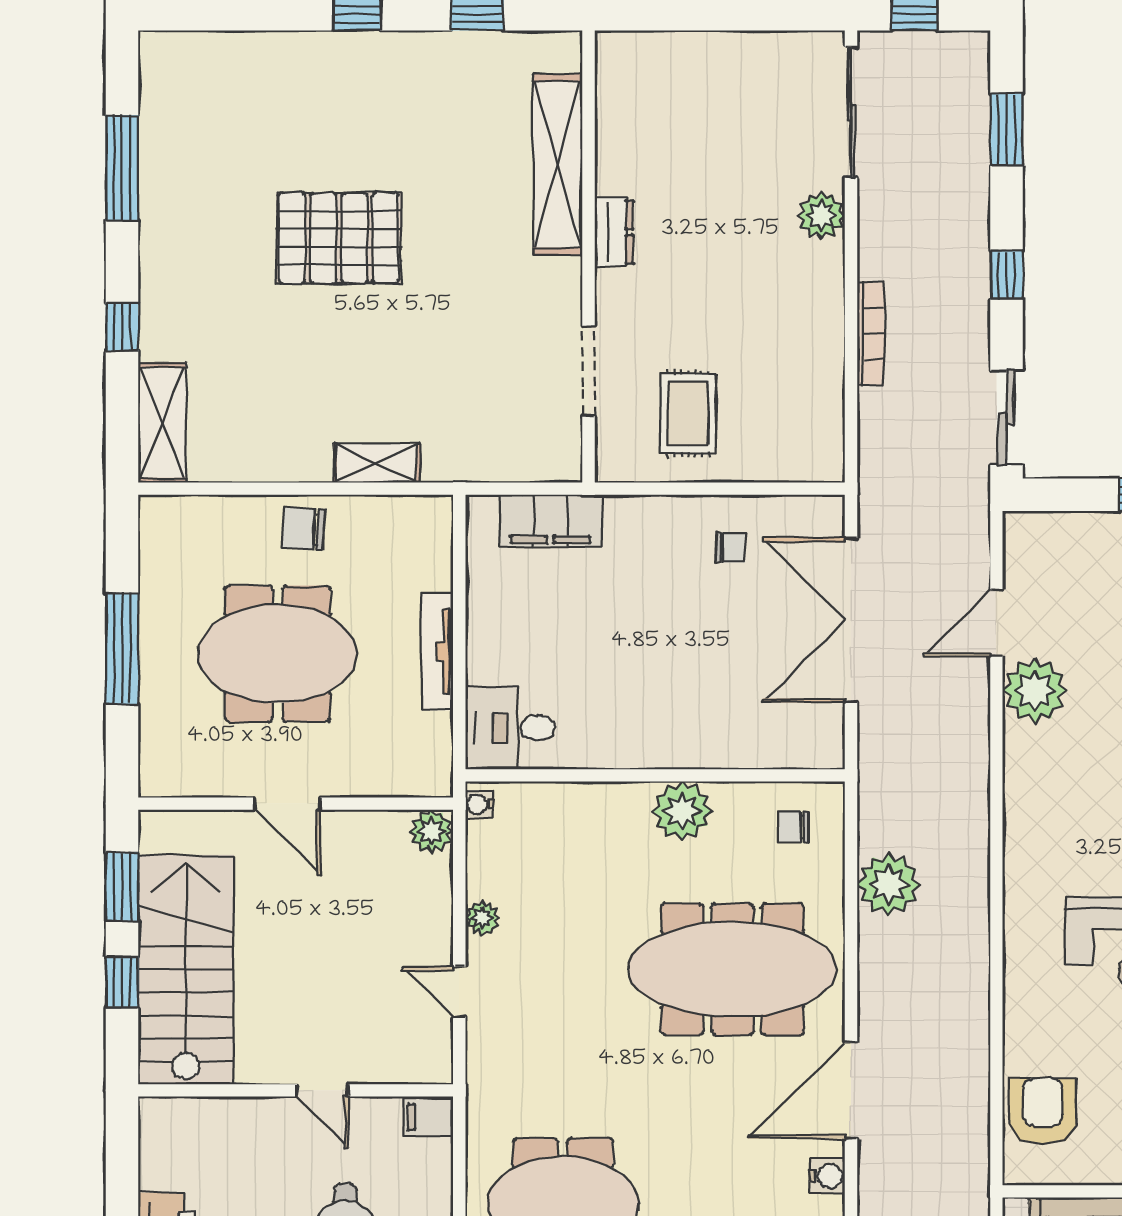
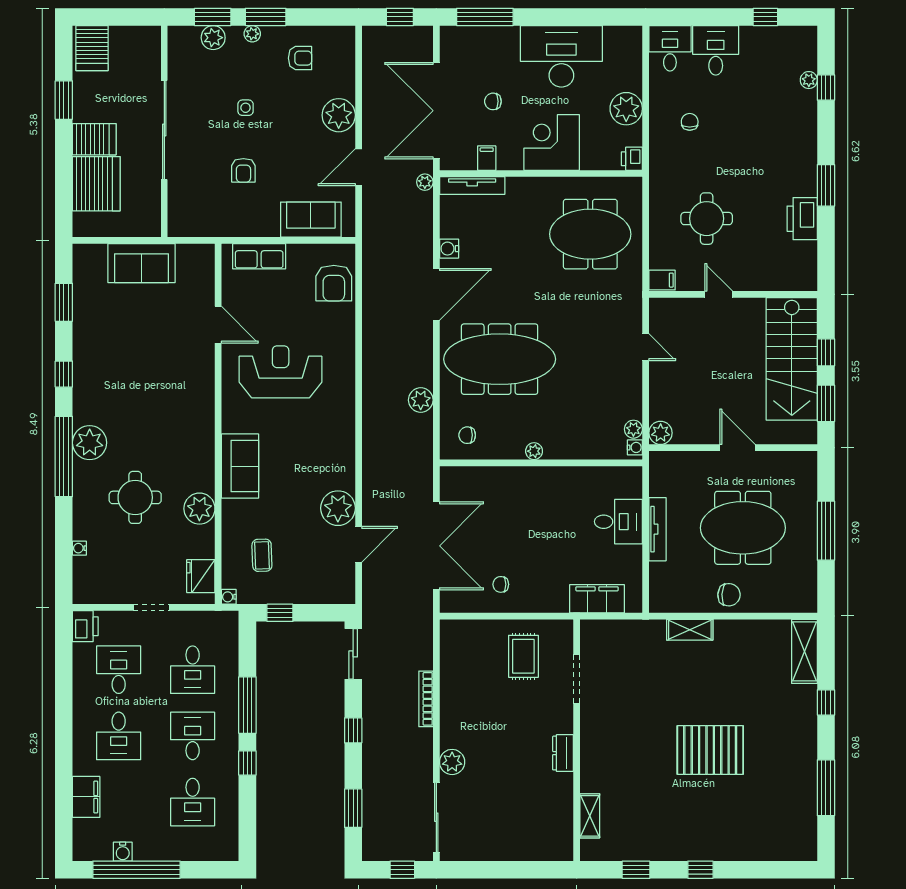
shelving: (558, 164) -> (590, 816), width x0.45, depth x0.75
desk: (510, 728) -> (618, 522), moved
plant: (682, 811) -> (534, 451), width x0.53, depth x0.53
chair: (793, 827) -> (467, 435), turned 180
plant: (888, 884) -> (421, 400), width x0.73, depth x0.73
plant: (482, 918) -> (633, 429), moved

